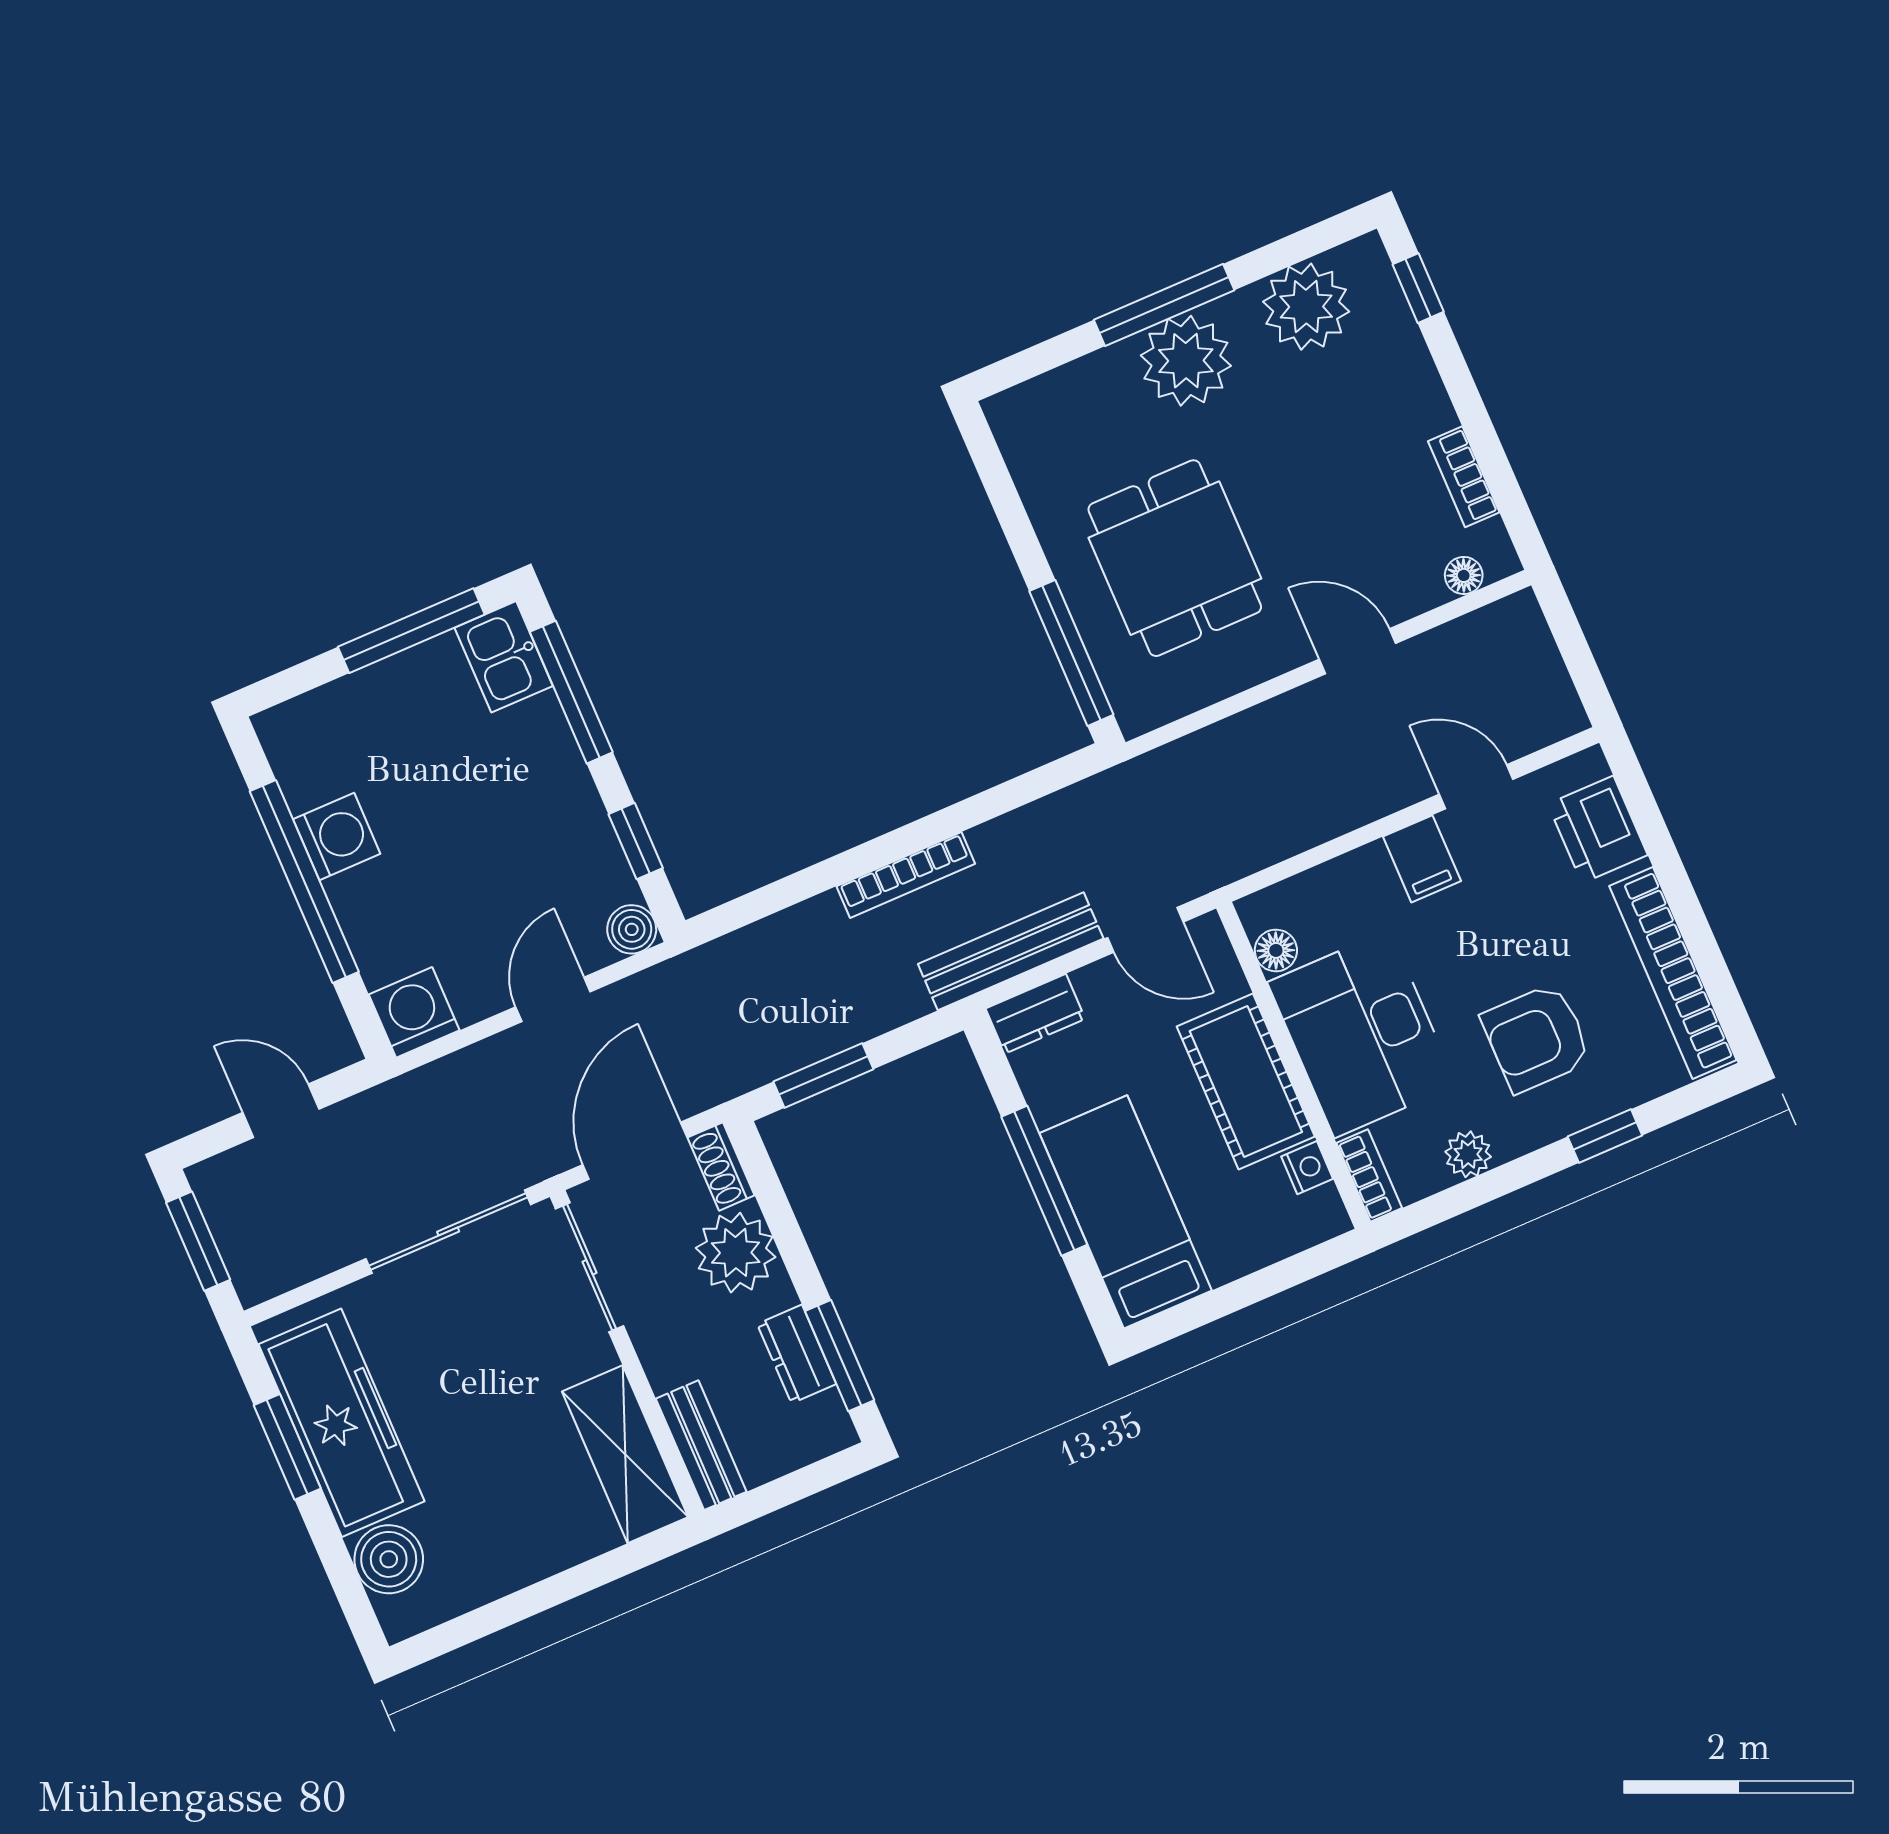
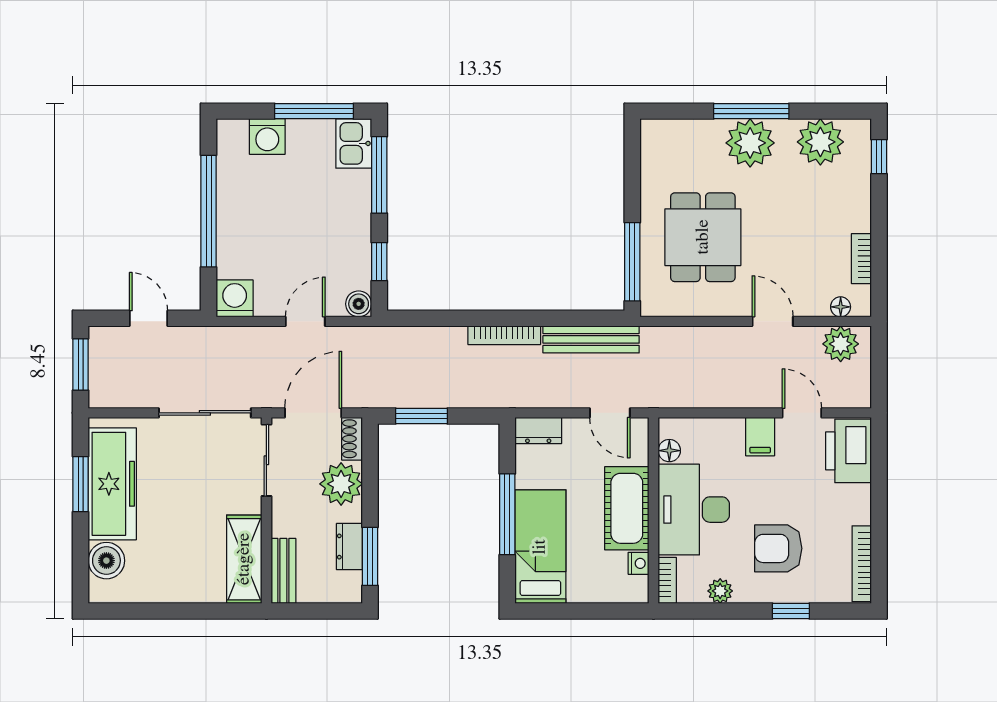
plant: (1491, 639) -> (841, 344), added
printer: (1598, 829) -> (849, 451), width x1.37, depth x1.19
washing machine: (337, 836) -> (267, 137), moved, turned 90
bench: (1011, 951) -> (591, 339), moved
bookcase: (1673, 973) -> (862, 564), width x0.68, depth x0.76

